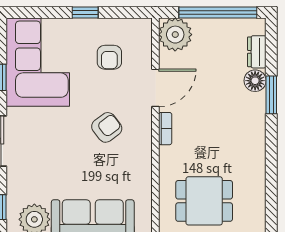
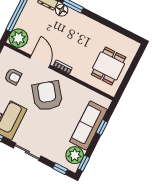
armchair: (107, 127) -> (47, 96), width x1.88, depth x1.88

